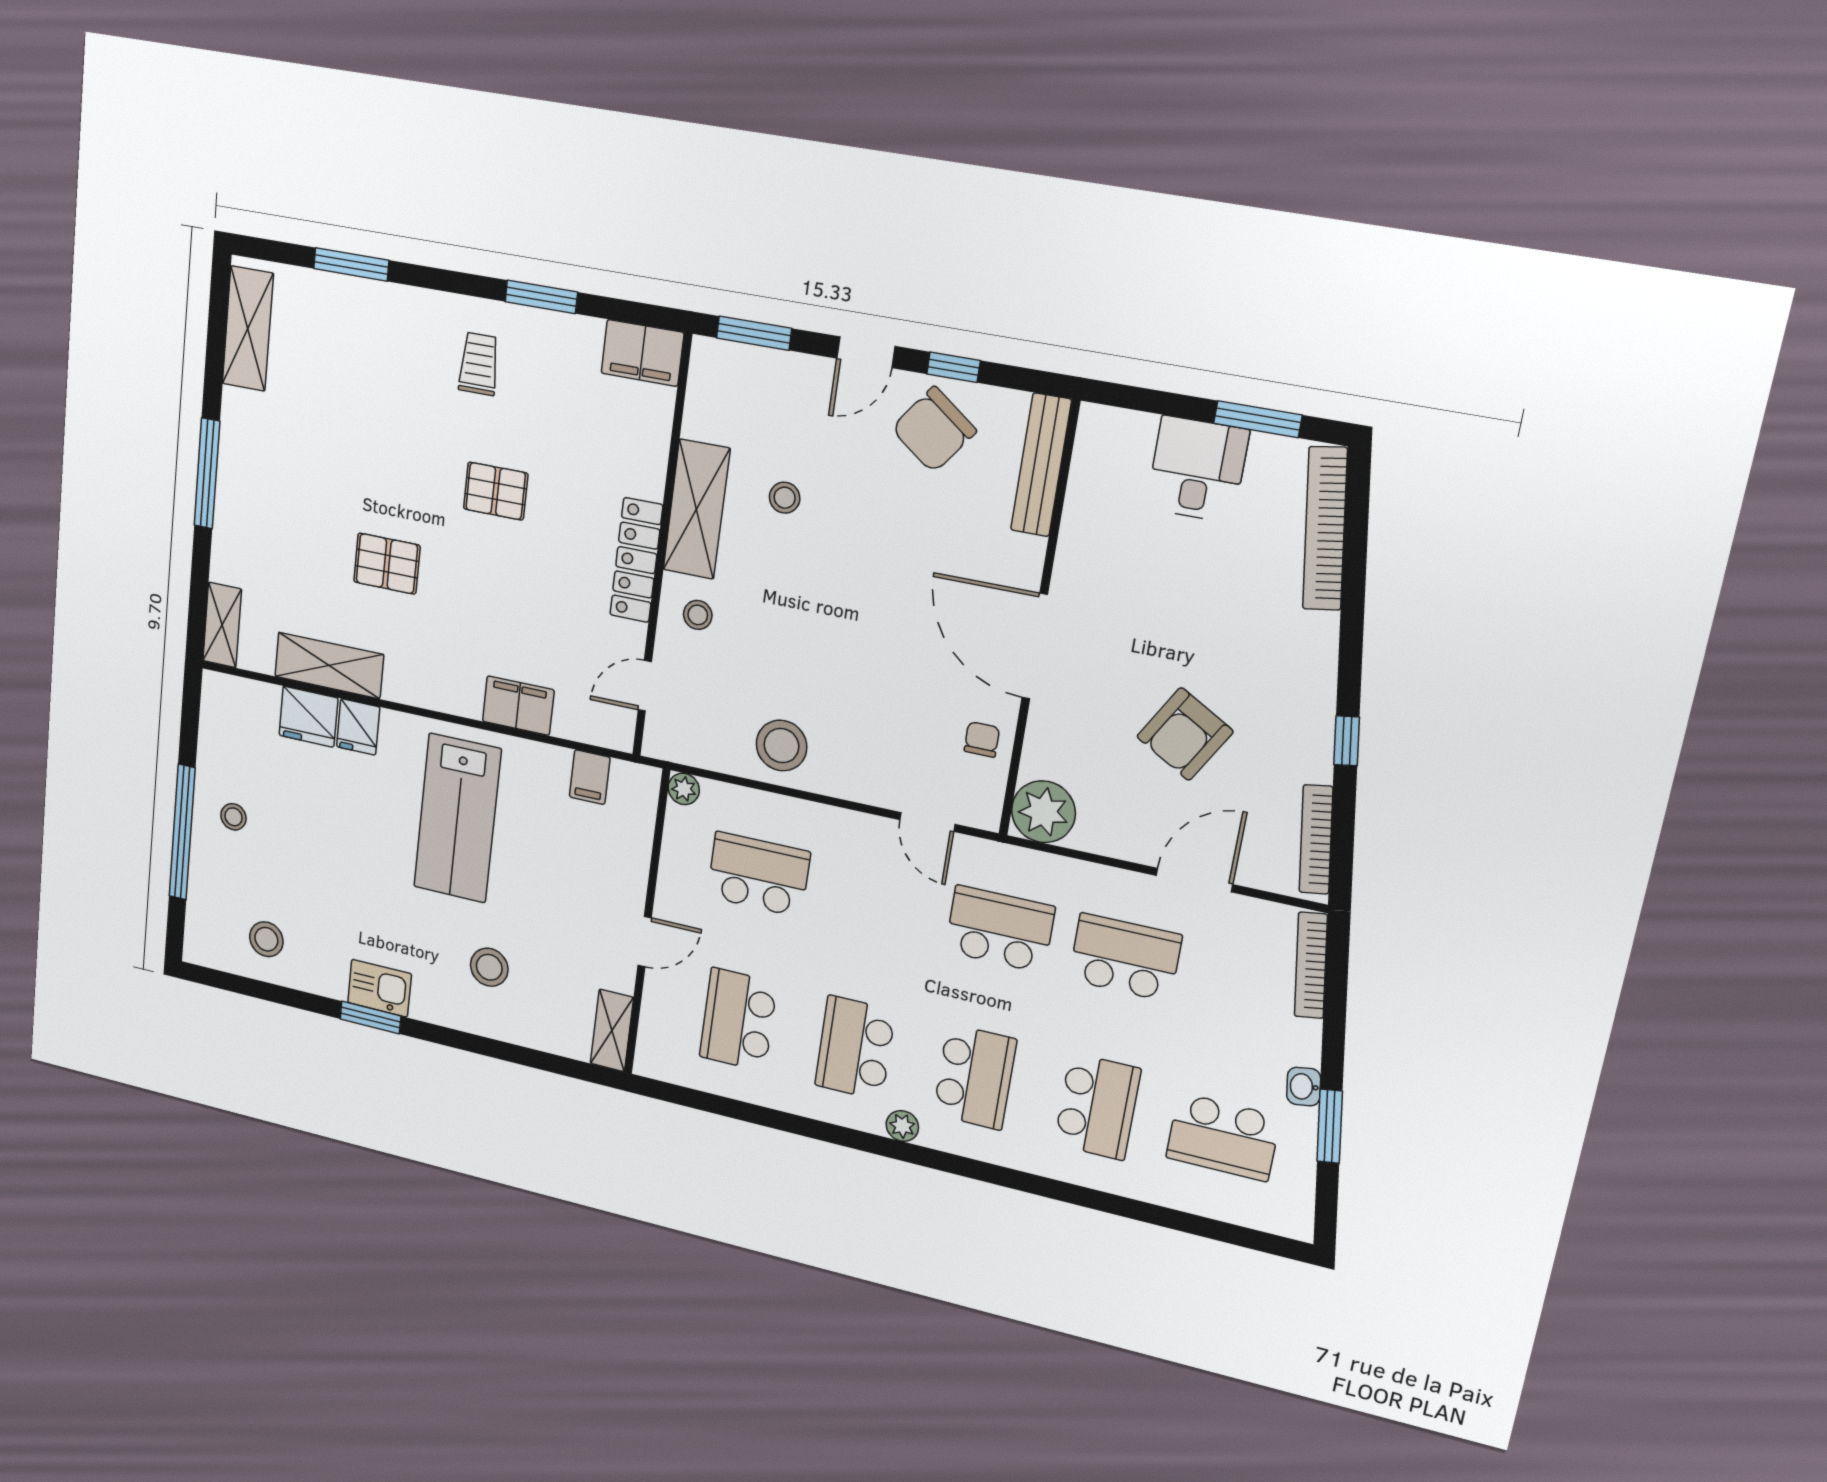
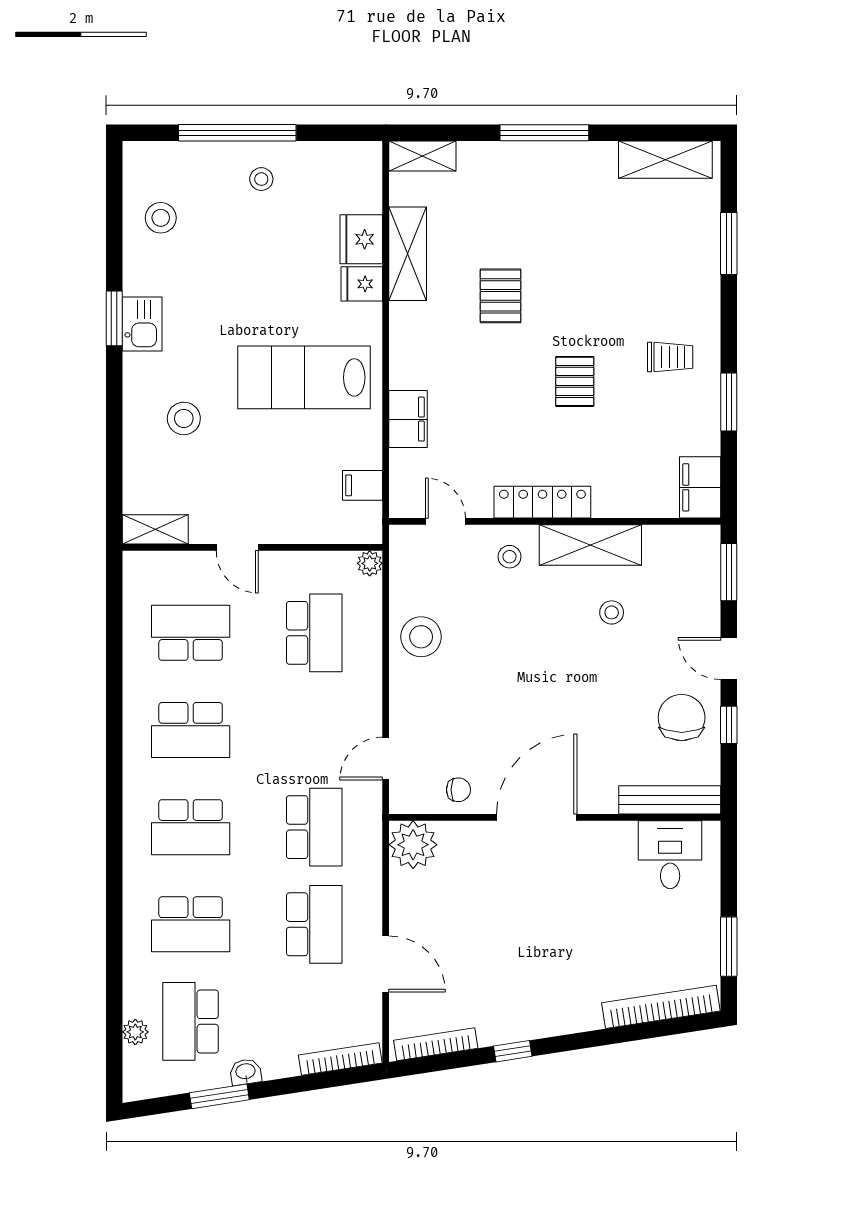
chair: (934, 430) -> (682, 718), turned 53
desk: (1197, 469) -> (670, 855), moved, turned -90
armchair: (1185, 734) -> (494, 937), removed
school desk: (855, 1048) -> (191, 730), turned 180
plant: (902, 1126) -> (135, 1032), moved

